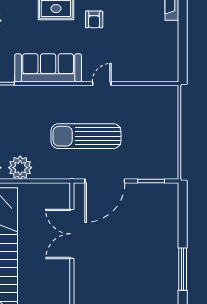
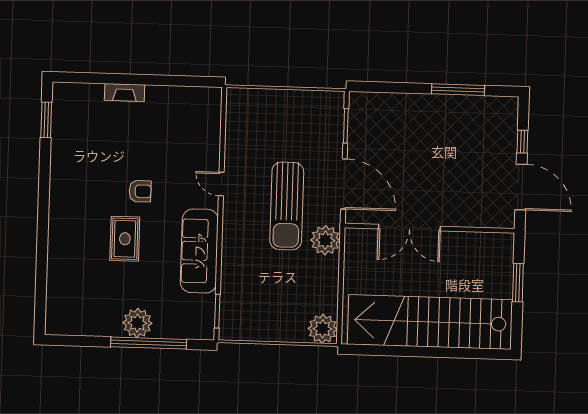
plant: (20, 168) -> (325, 240), moved

